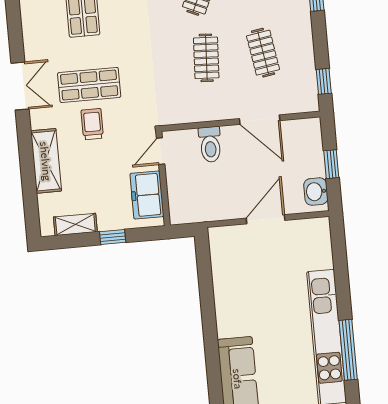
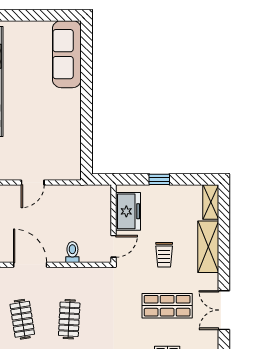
trolley: (92, 124) -> (164, 255), moved
toilet: (210, 144) -> (72, 252), width x0.73, depth x0.72
door: (266, 219) -> (33, 183), width x0.73
shelving: (75, 224) -> (211, 202), moved, turned 90

